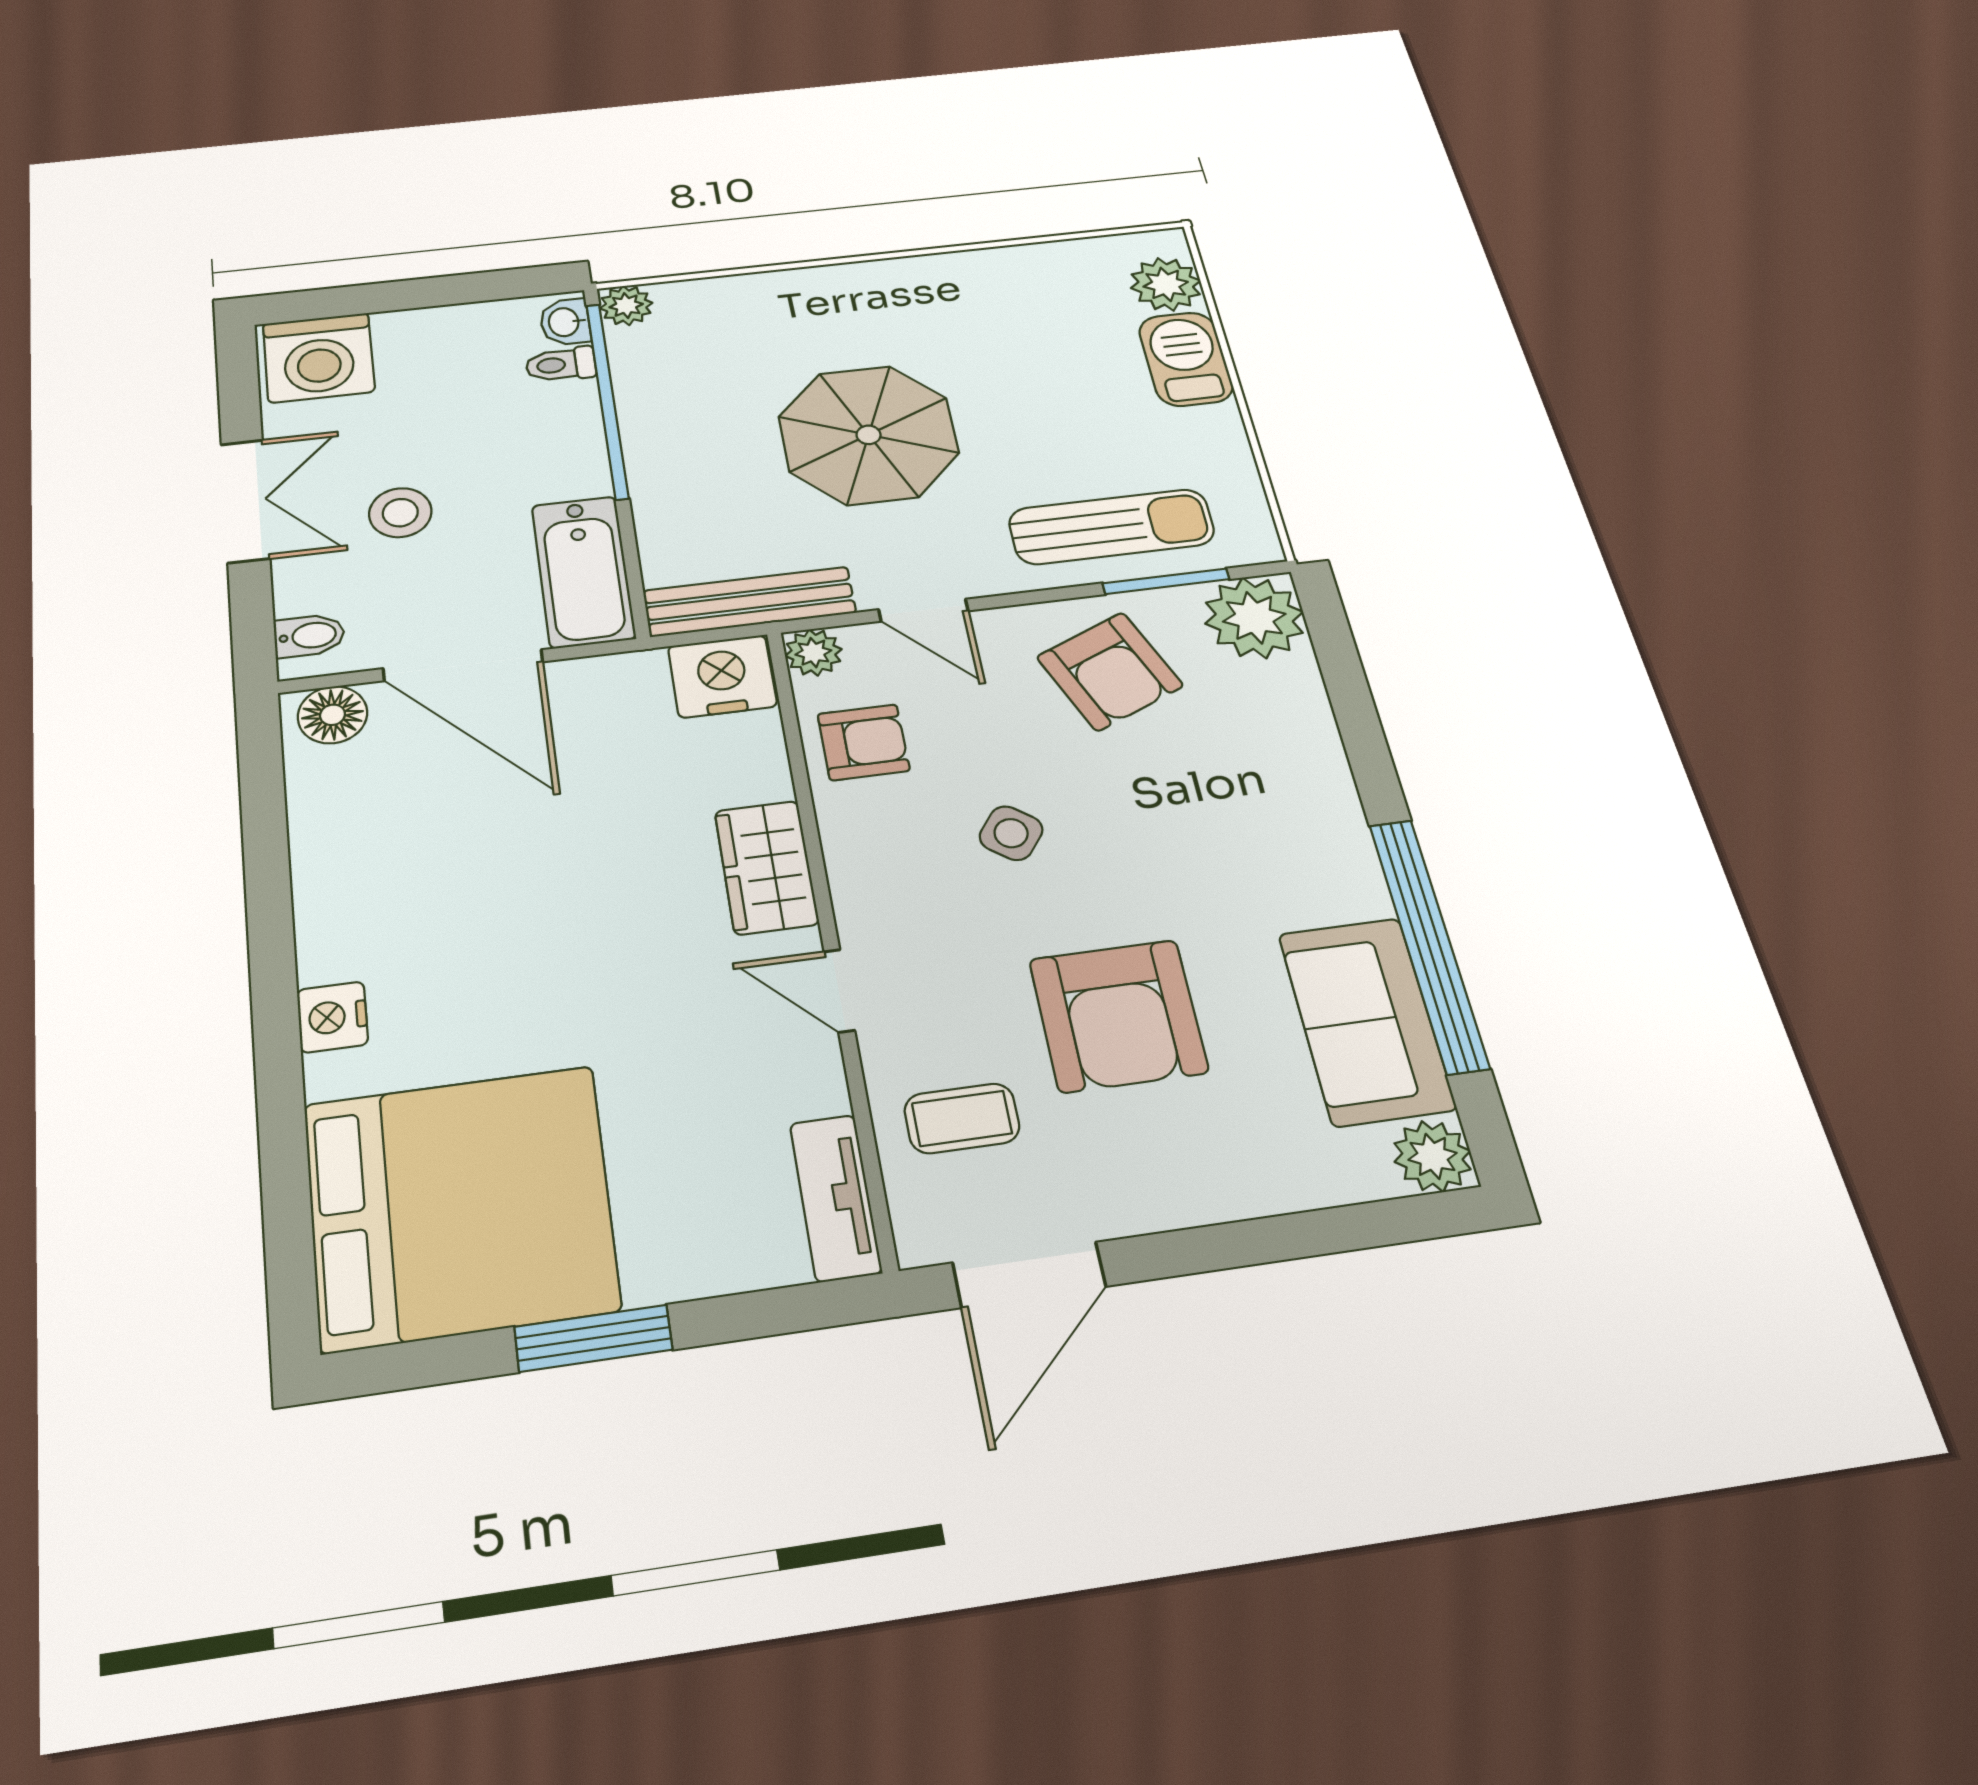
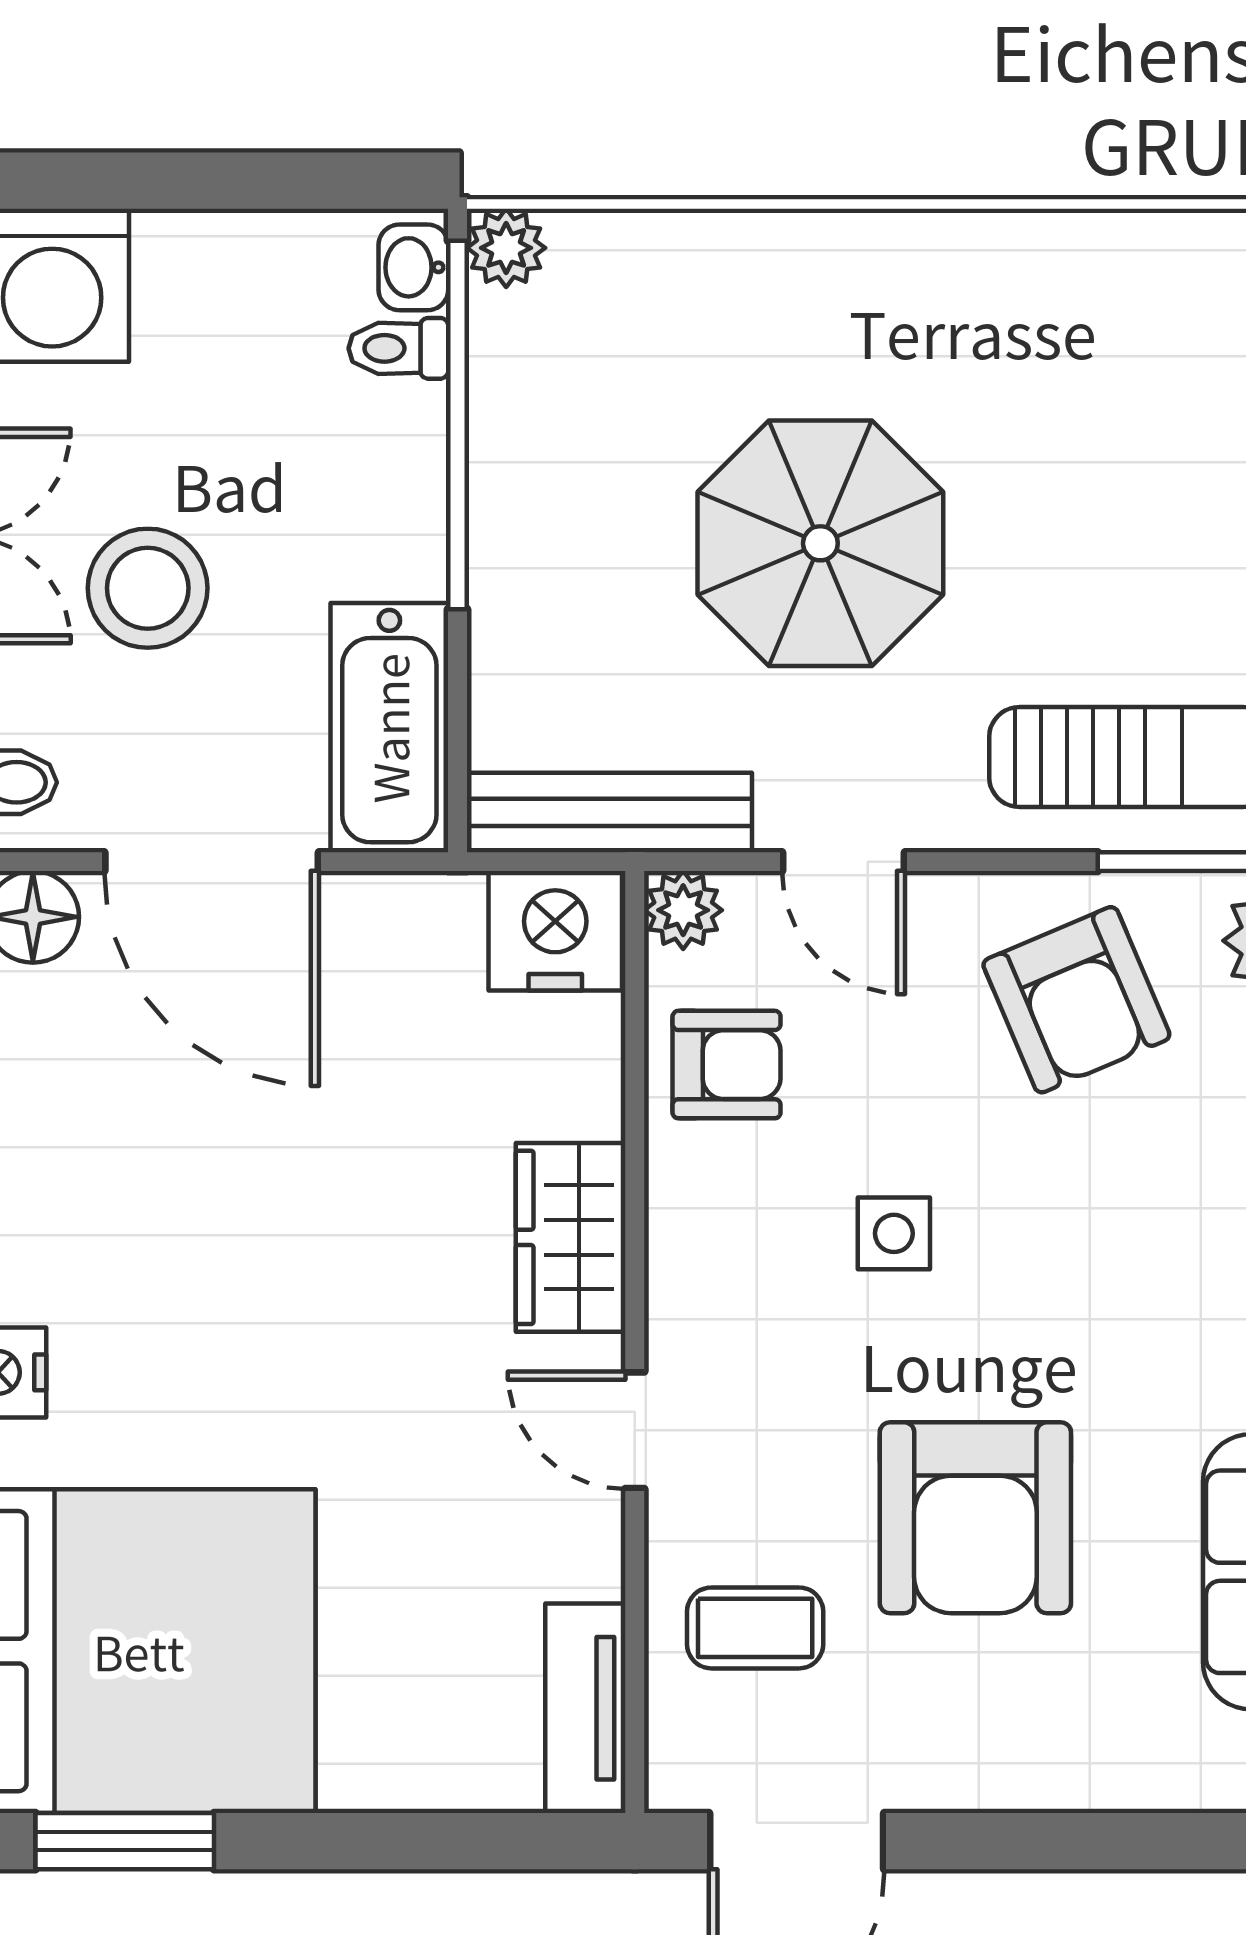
stool: (400, 513) -> (148, 588), width x1.38, depth x1.38
side table: (1011, 833) -> (894, 1233), turned -37
window: (593, 1338) -> (125, 1841), moved

